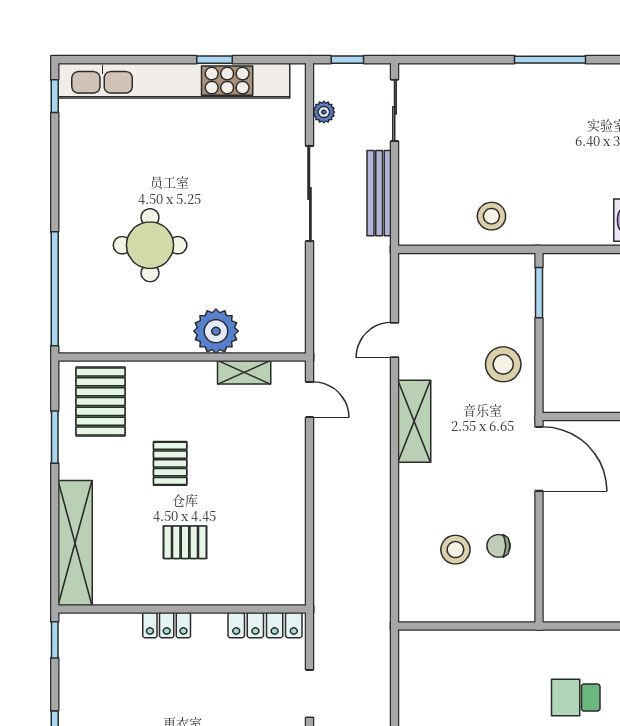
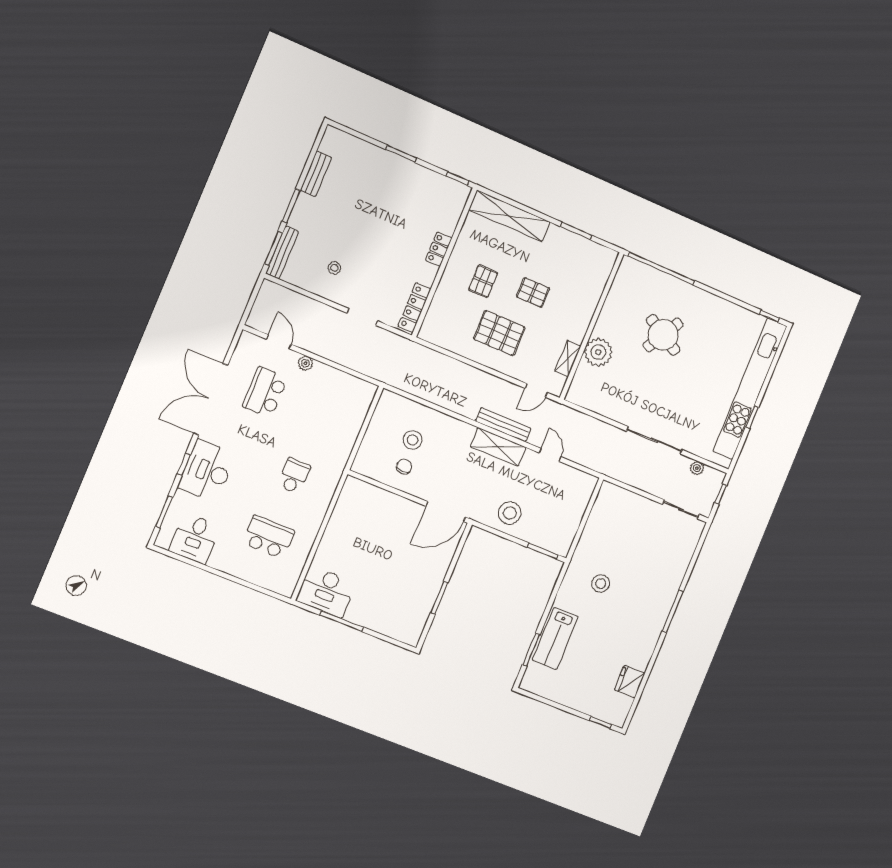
bench: (379, 193) -> (503, 425), moved
stool: (491, 216) -> (601, 584), moved
round table: (150, 245) -> (663, 335), turned 30
pallet: (101, 402) -> (499, 333), moved

